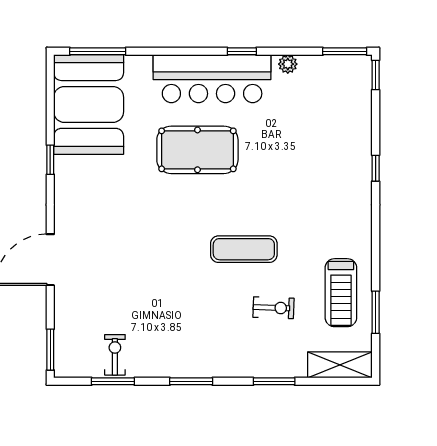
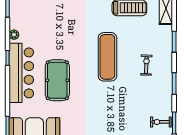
exercise mat: (244, 249) -> (107, 57), width x1.36, depth x1.45
exercise bike: (273, 308) -> (146, 65), moved

